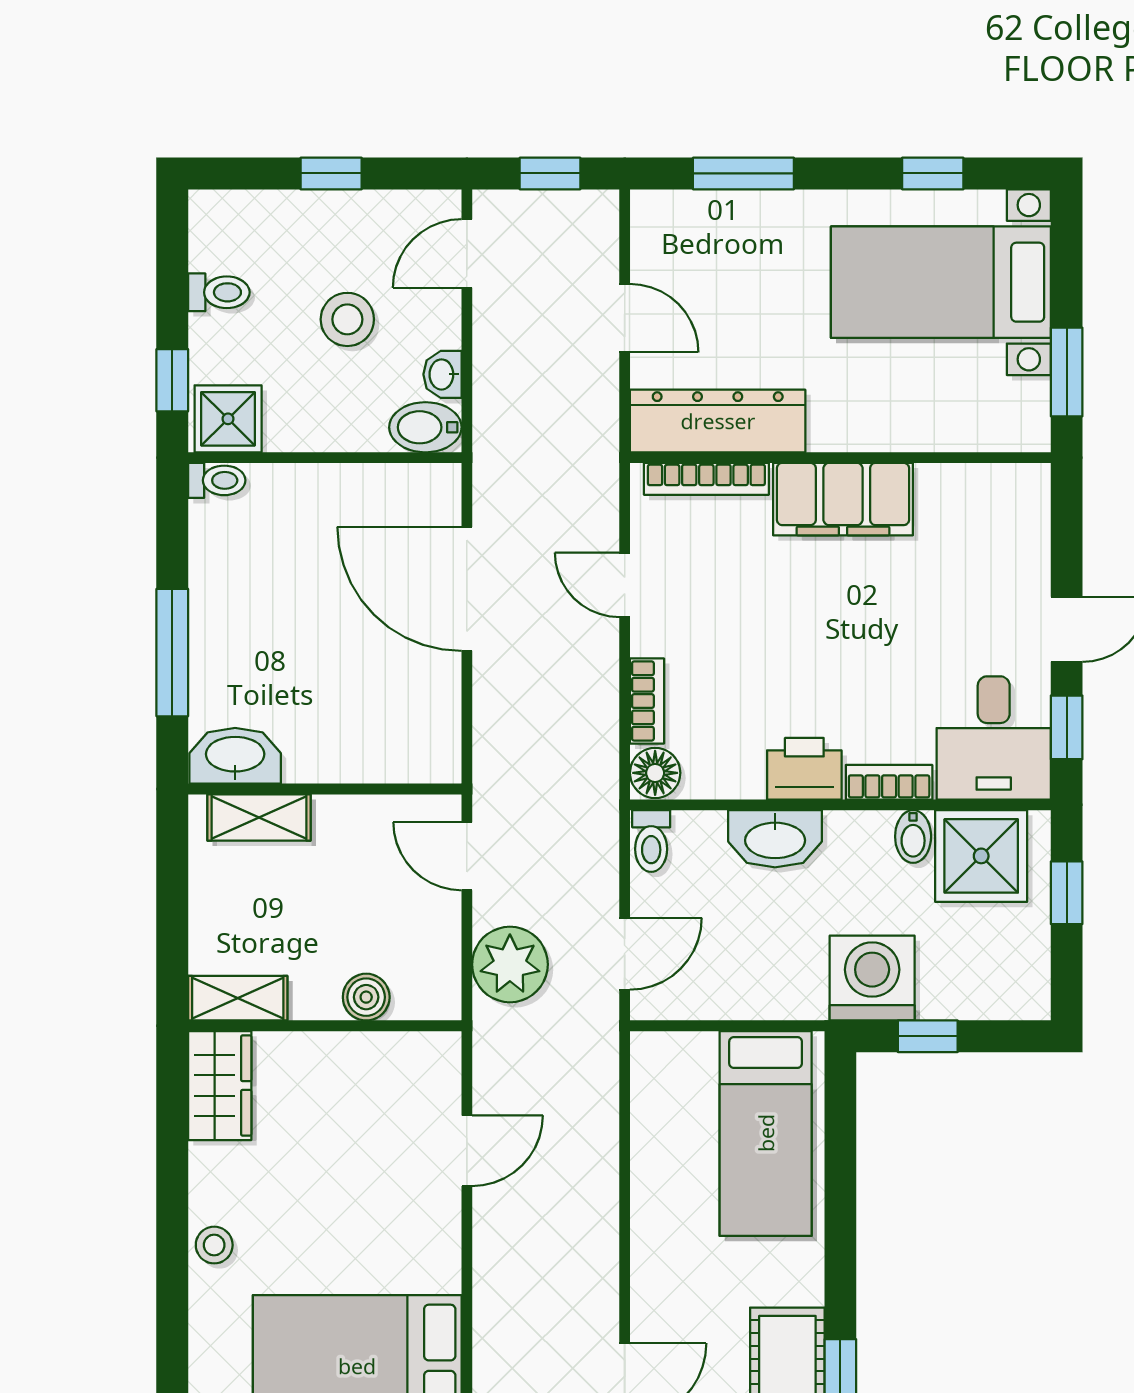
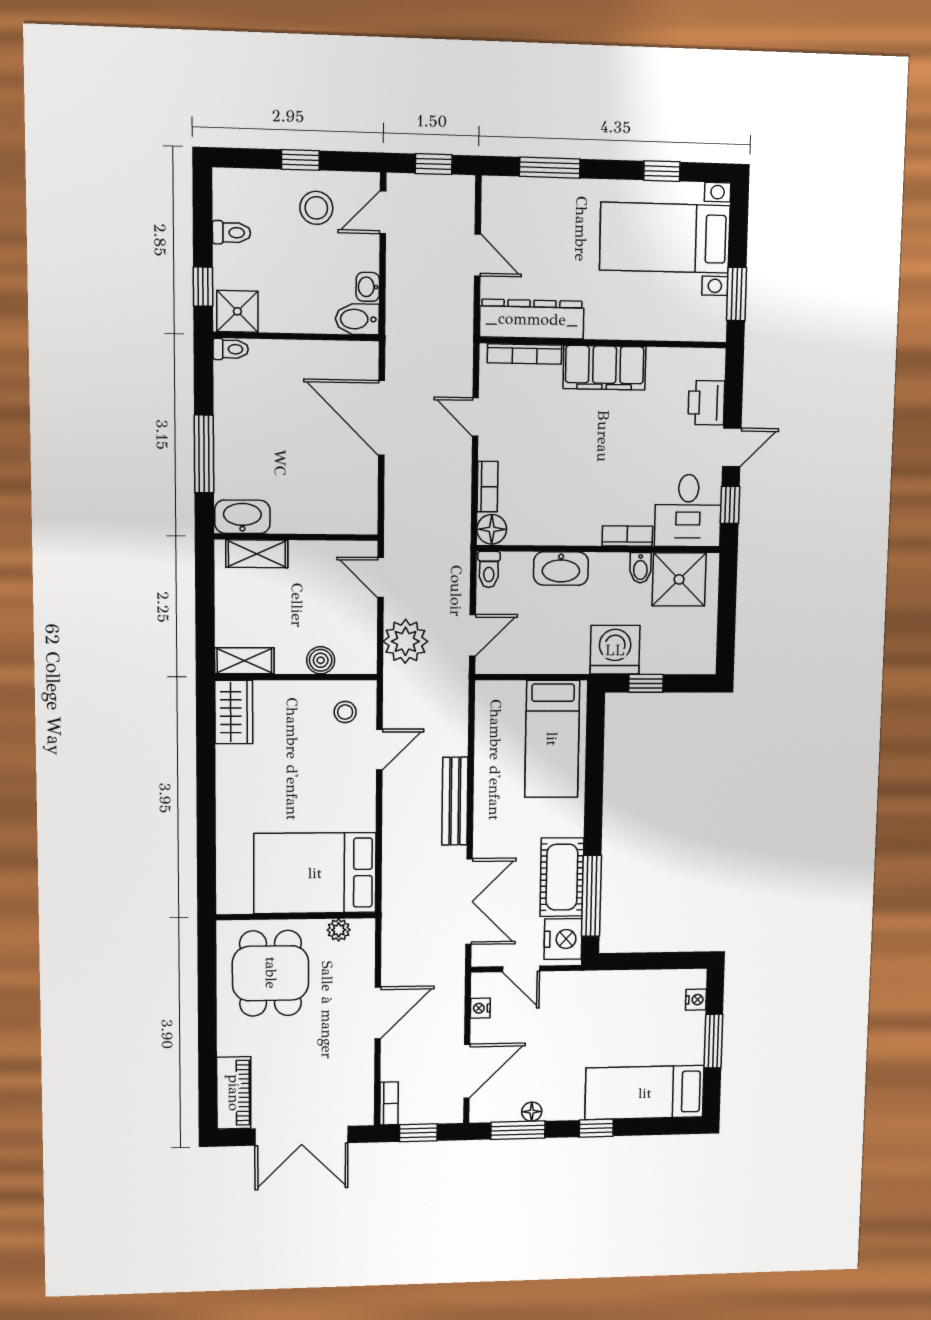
stool: (347, 319) -> (316, 208), moved
printer: (804, 769) -> (706, 403), moved, turned -90
window: (1067, 893) -> (727, 601), removed
bench: (598, 1241) -> (455, 801), added
stool: (214, 1245) -> (345, 712), moved

